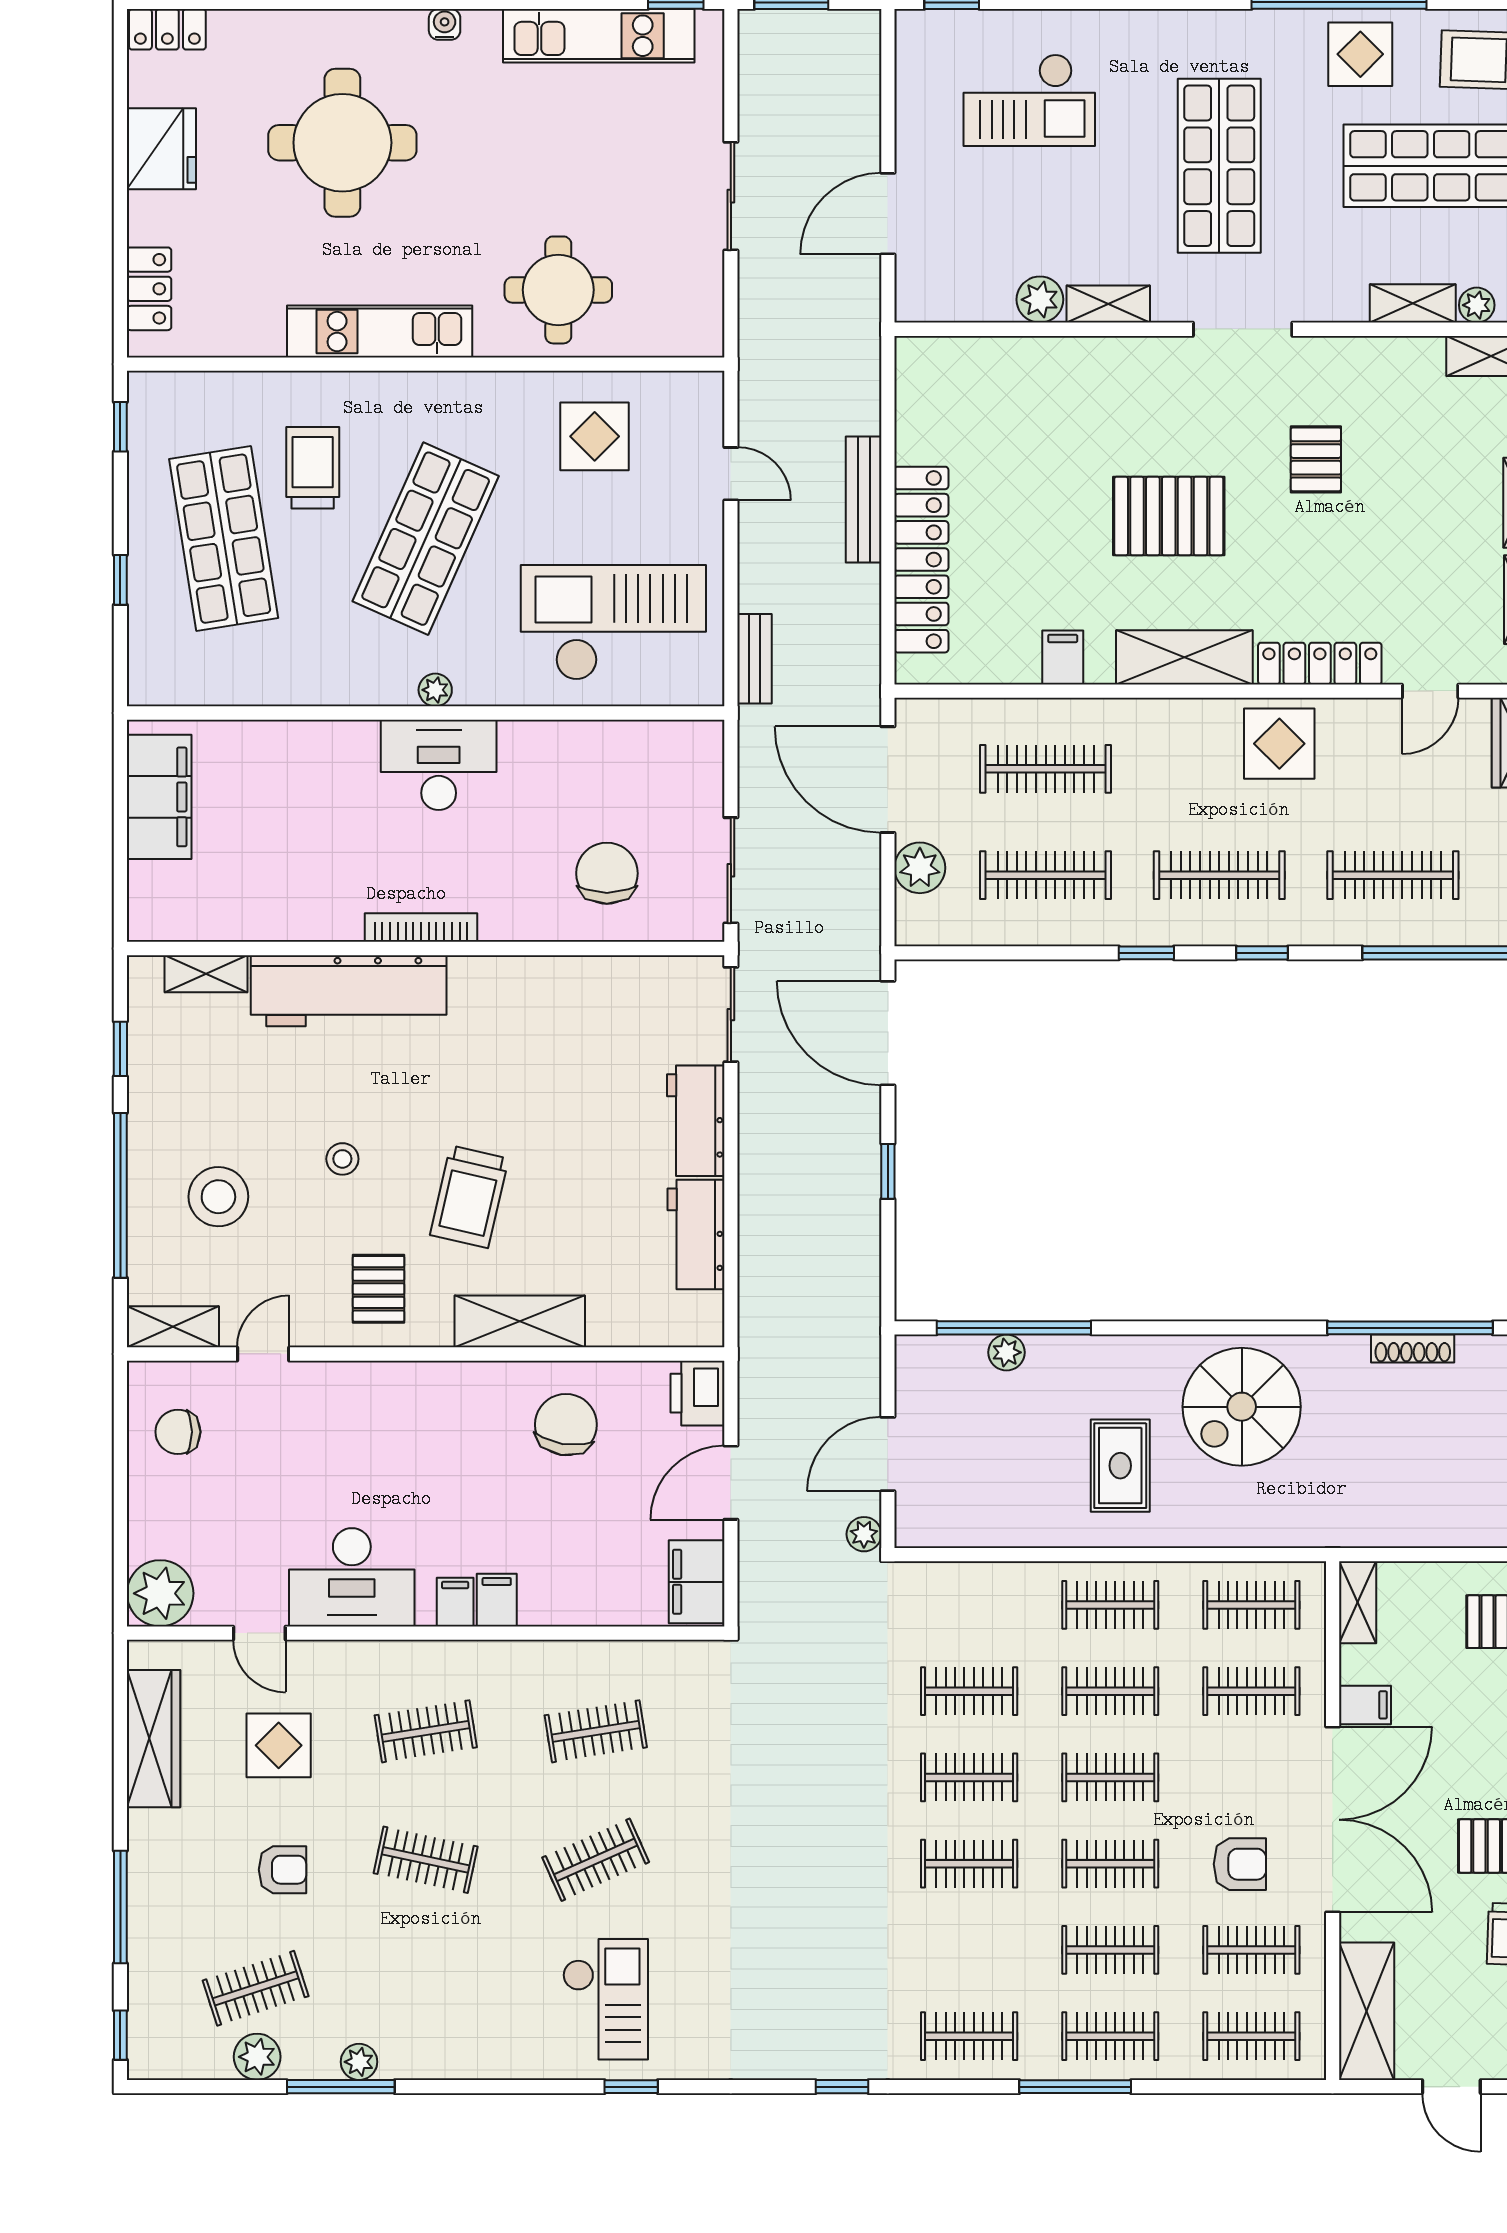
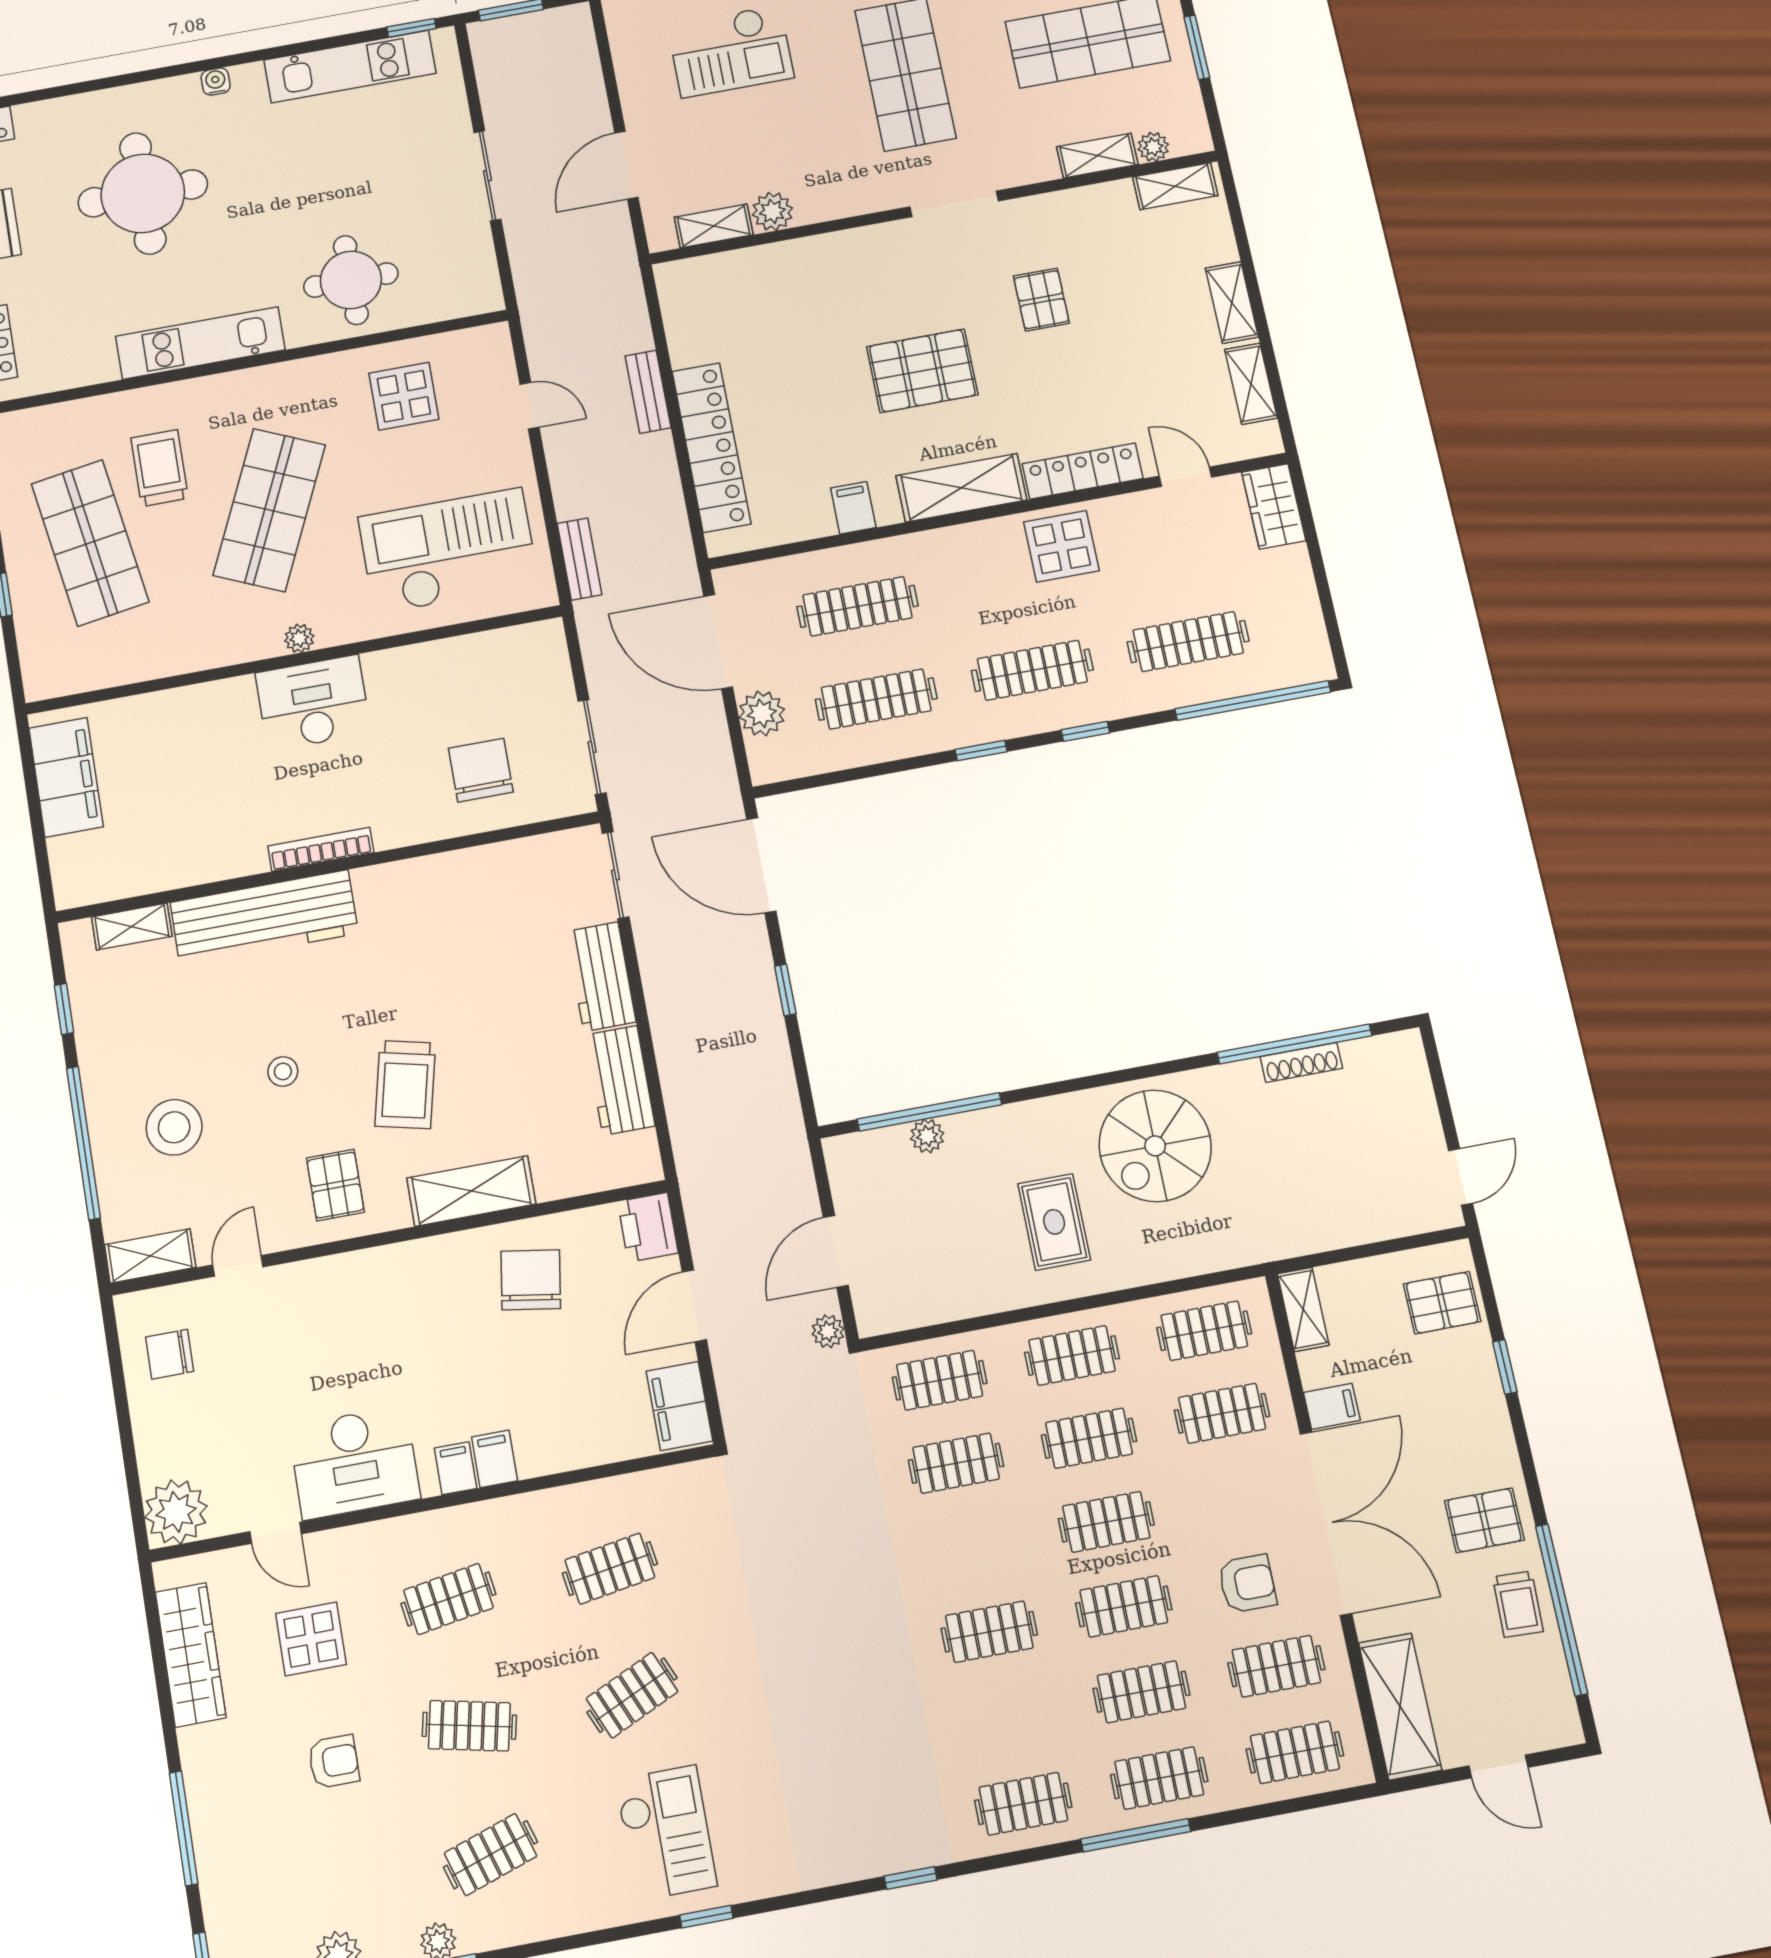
shelving: (1108, 304) -> (714, 226), moved
bench: (864, 499) -> (648, 392), width x0.73
door: (1430, 691) -> (1186, 477), swing flipped
clothes rail: (969, 1777) -> (940, 1380), moved
clothes rail: (256, 1988) -> (490, 1855), moved

